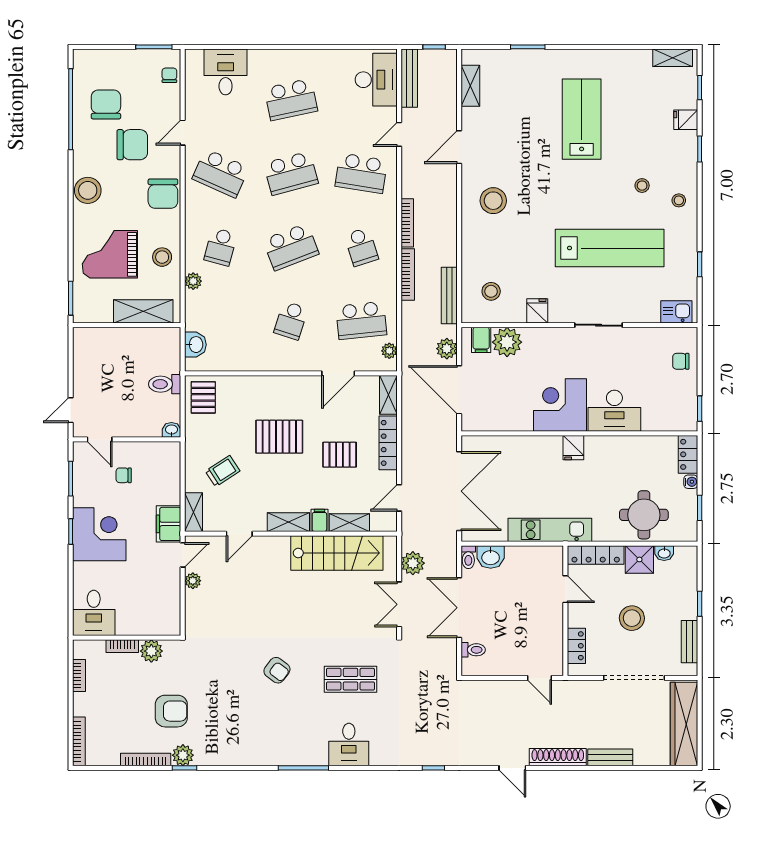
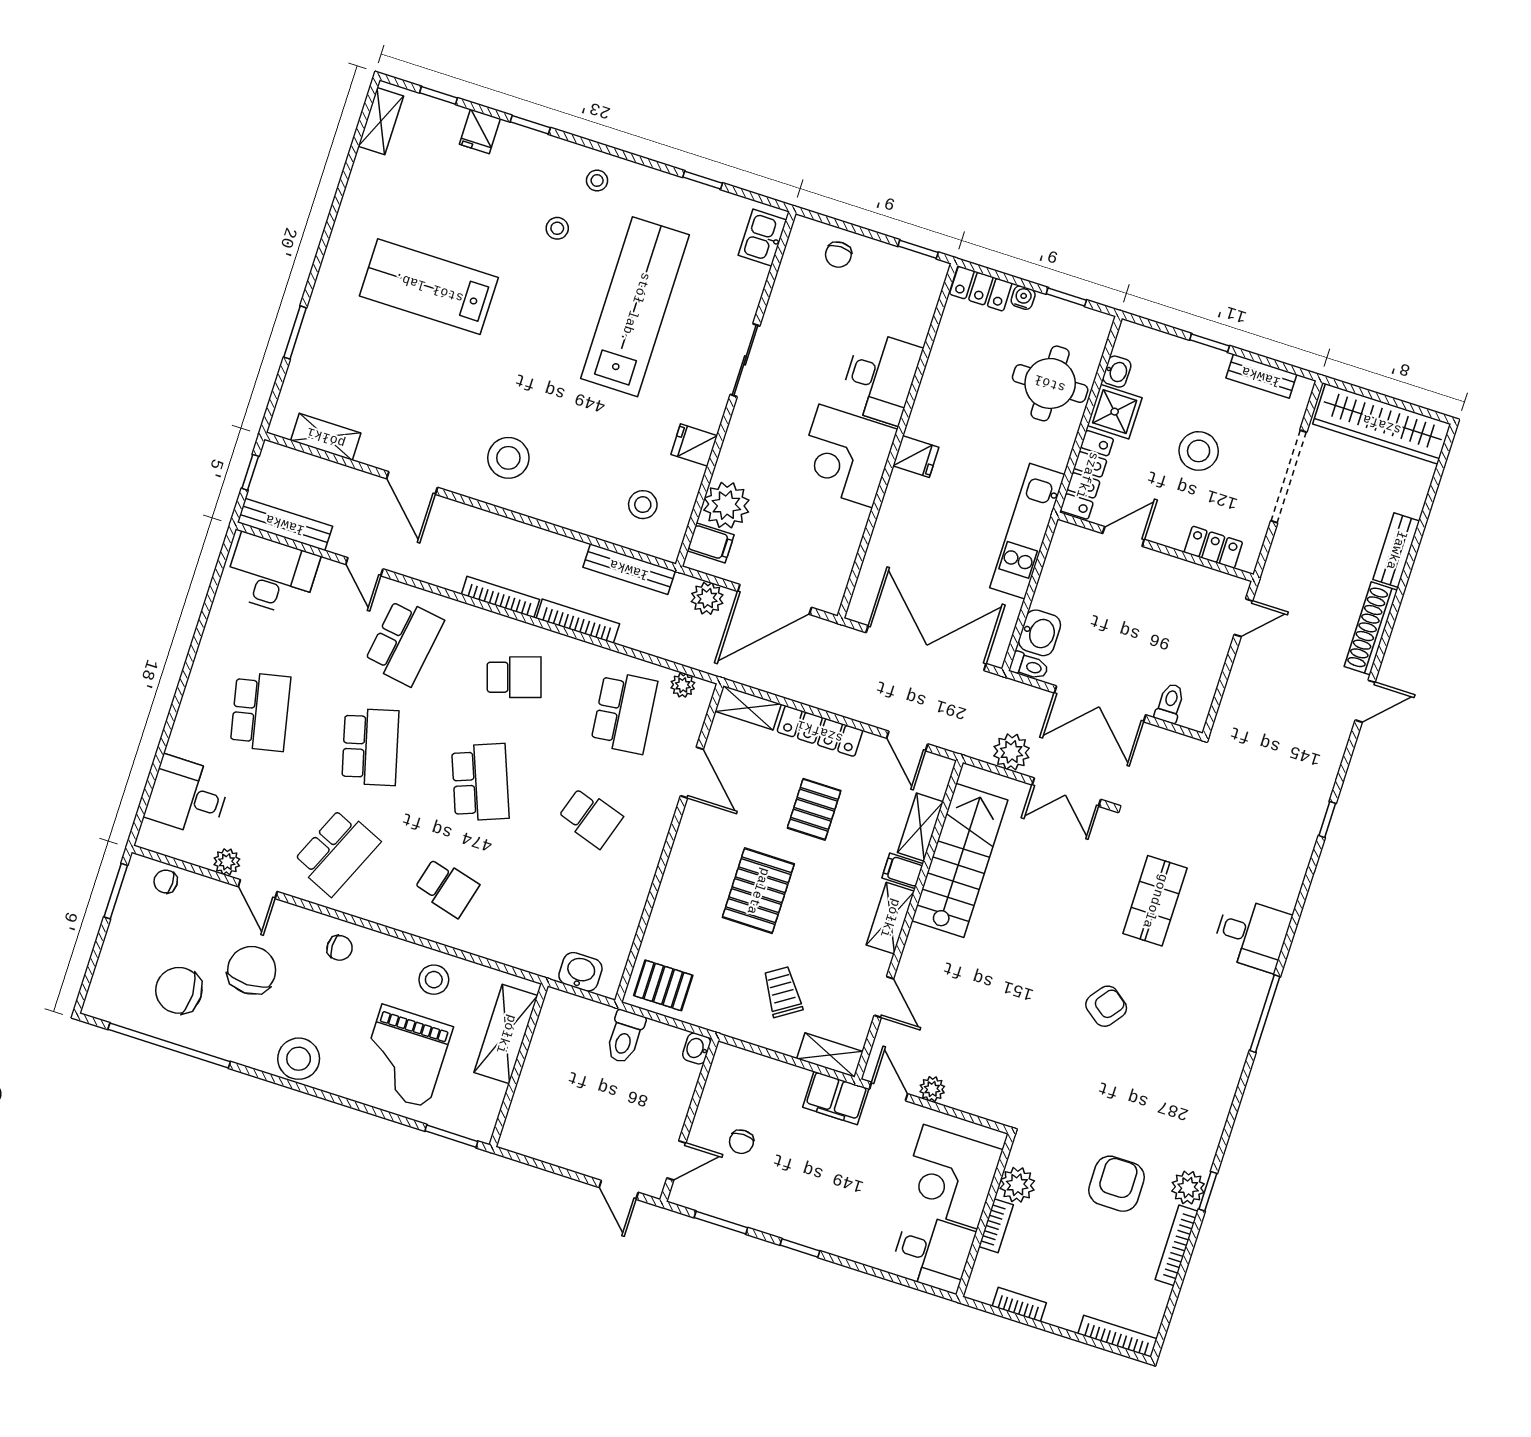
chair: (163, 194) -> (340, 948), width x0.54, depth x0.54
plant: (193, 281) -> (227, 862), moved
corner desk: (99, 534) -> (951, 1177), moved, turned -90

